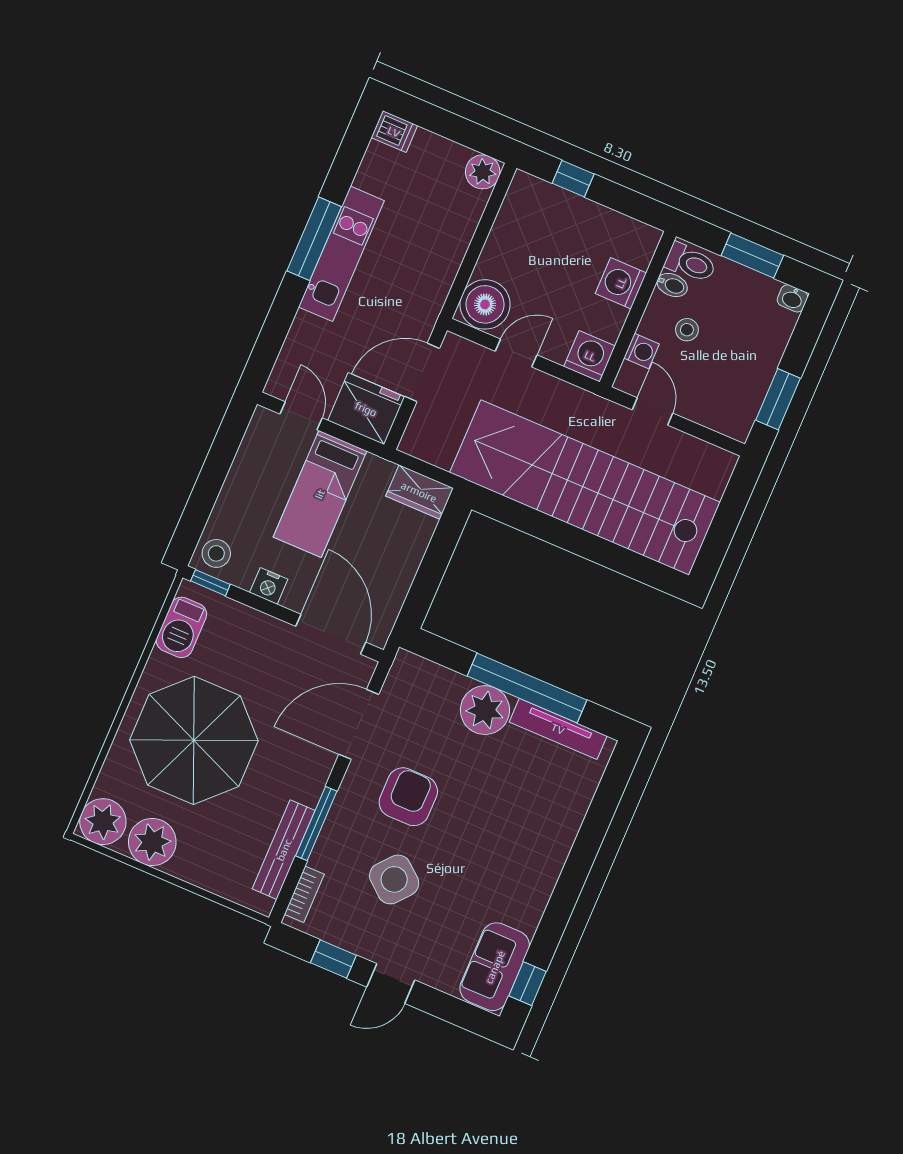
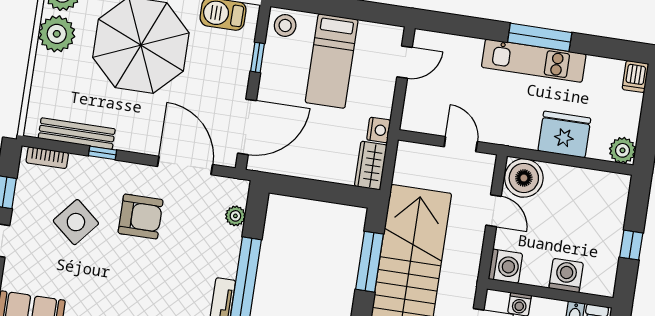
window: (573, 179) -> (631, 245), moved
door: (422, 372) -> (461, 144), width x0.73
fridge: (366, 409) -> (564, 135), moved, turned -90
bed: (320, 494) -> (332, 61), moved, turned -90
window: (539, 525) -> (370, 262), added
window: (210, 583) -> (258, 57), moved
nightstand: (269, 586) -> (379, 130), moved, turned 180
plant: (485, 710) -> (235, 216), moved, width x0.53, depth x0.53
window: (316, 824) -> (103, 153), width x0.46

